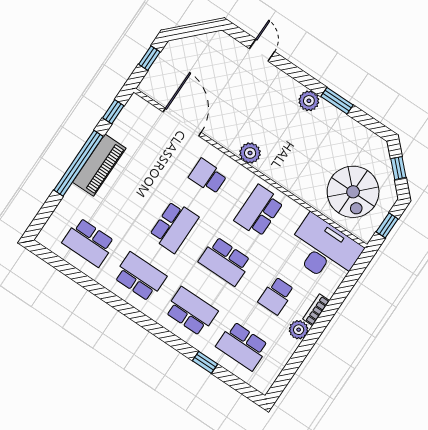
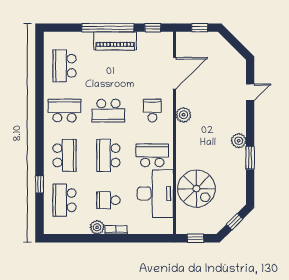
plant: (250, 153) -> (184, 115), moved
spiral stairs: (353, 192) -> (196, 189), moved, turned -90
desk: (324, 250) -> (155, 194), moved
school desk: (140, 277) -> (64, 111), turned -90

